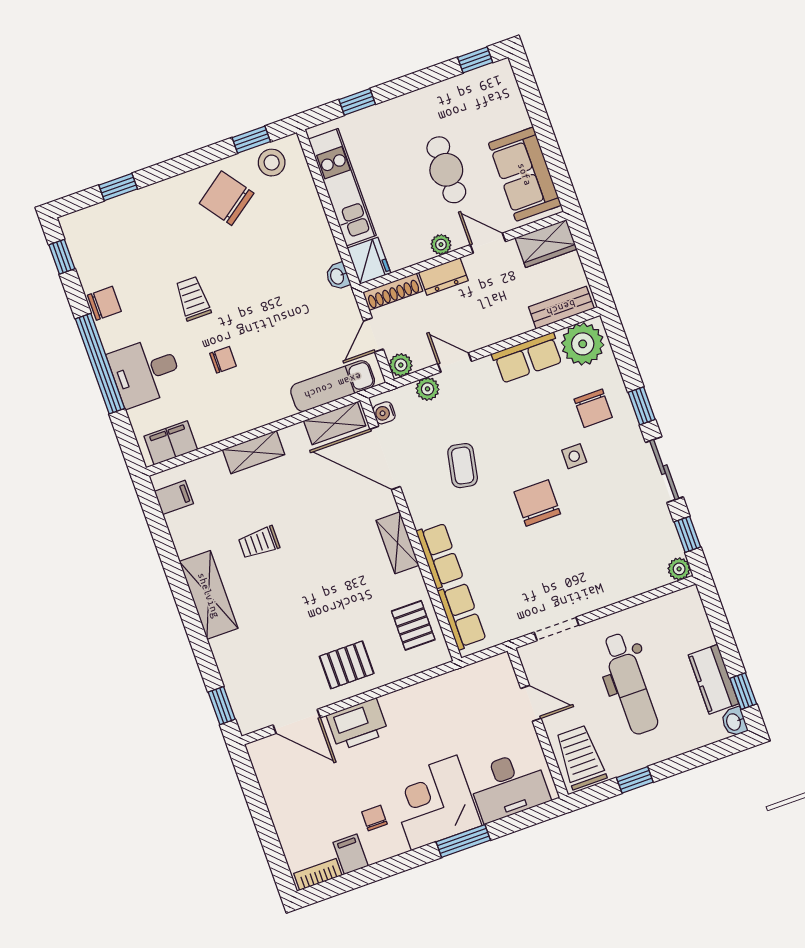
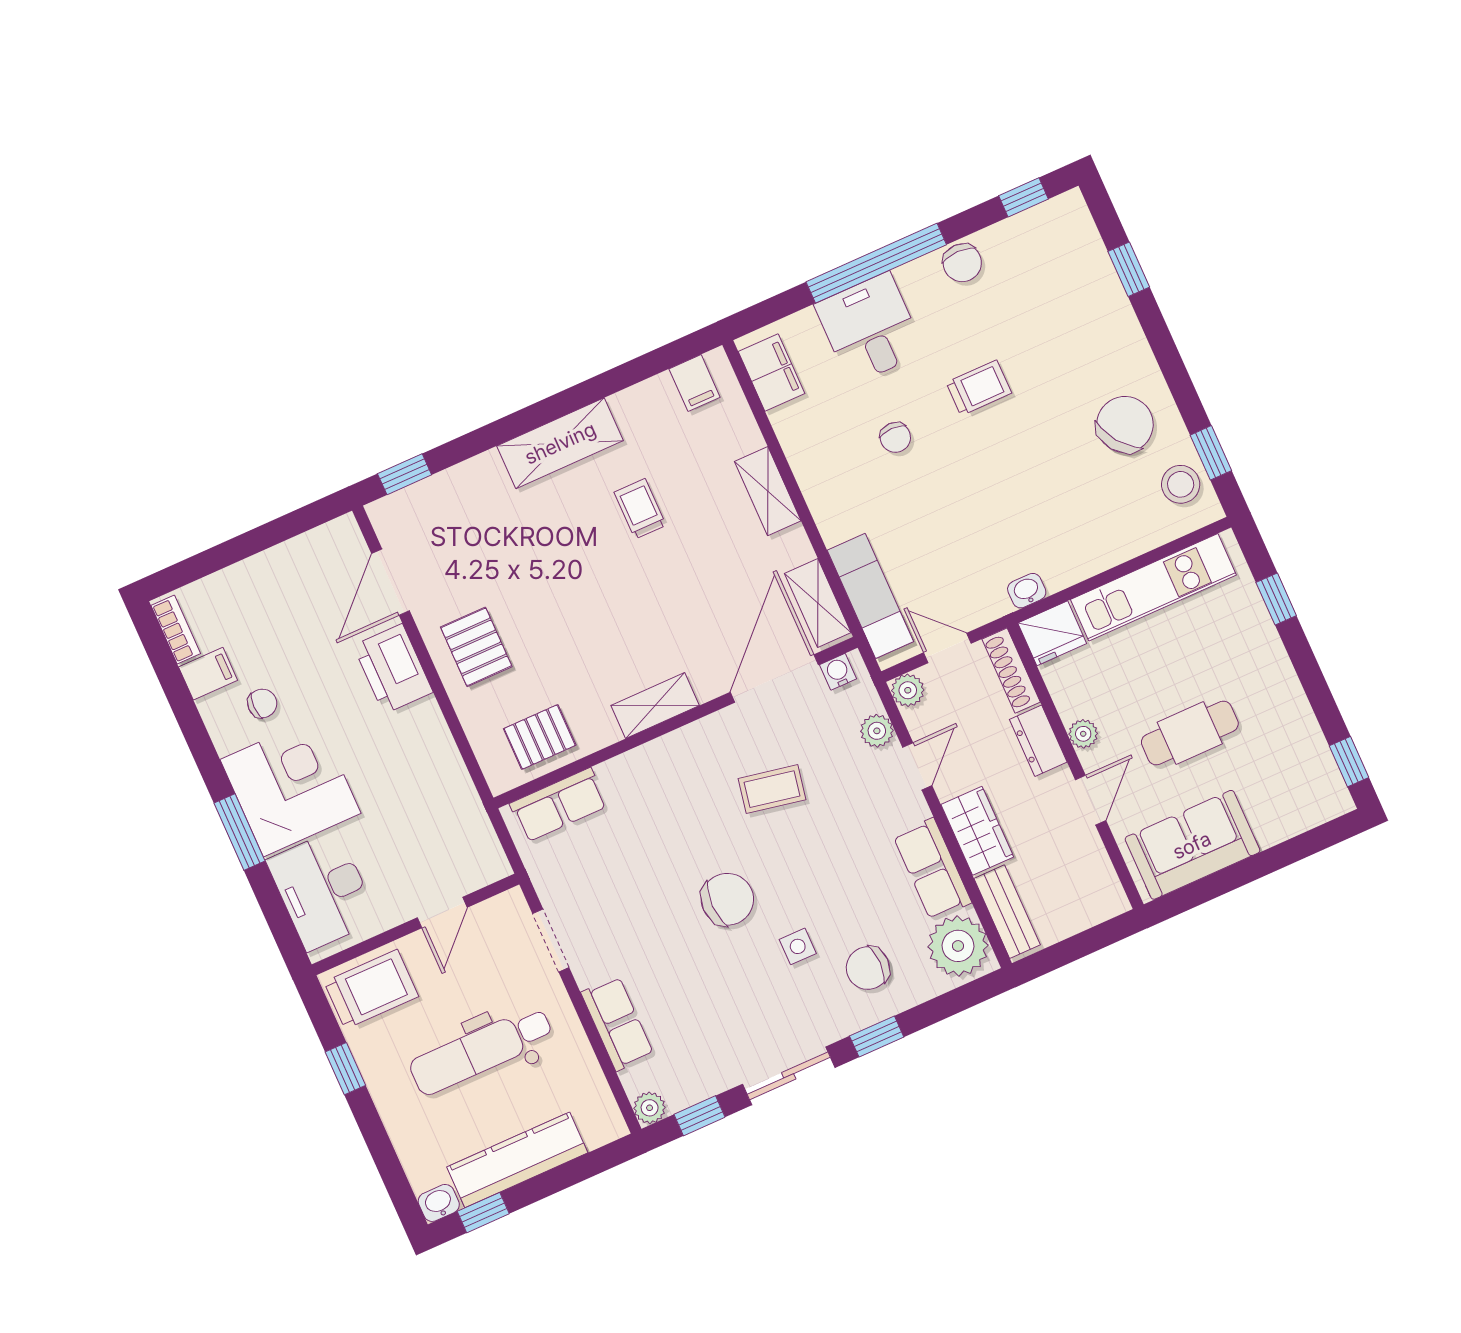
wardrobe: (546, 243) -> (977, 831), moved, turned 180
row of seats: (440, 555) -> (617, 1023), moved, turned -90
kitchen counter: (714, 679) -> (517, 1160), width x1.50

